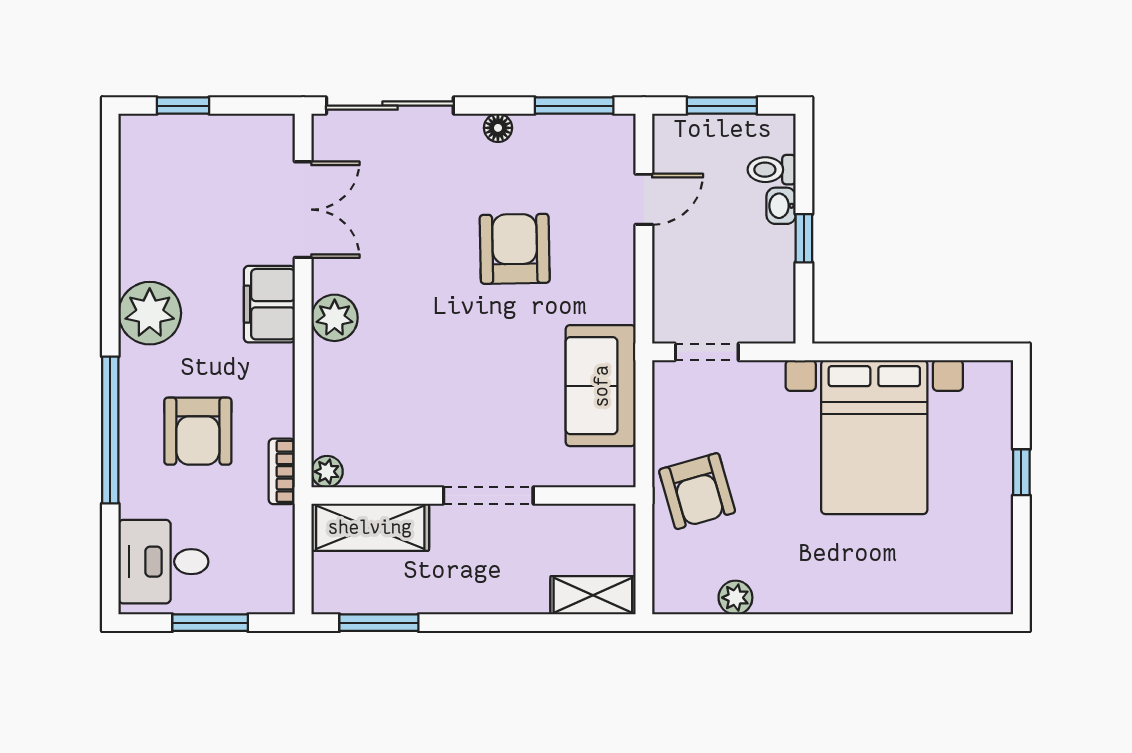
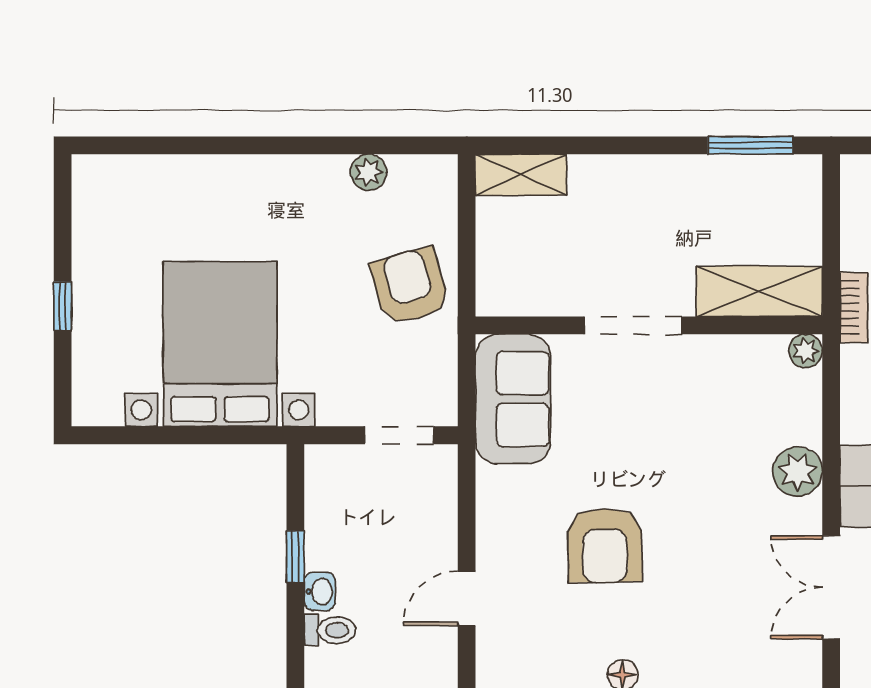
plant: (327, 472) -> (806, 351), moved
wall: (473, 495) -> (649, 325), moved
doorway: (488, 495) -> (633, 325), moved
shelving: (370, 527) -> (759, 291), moved

